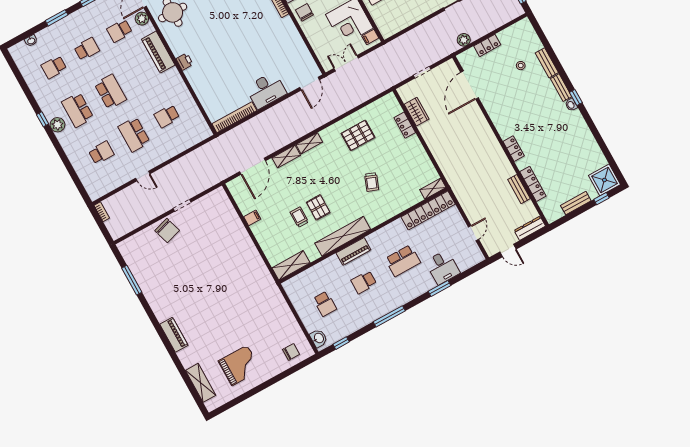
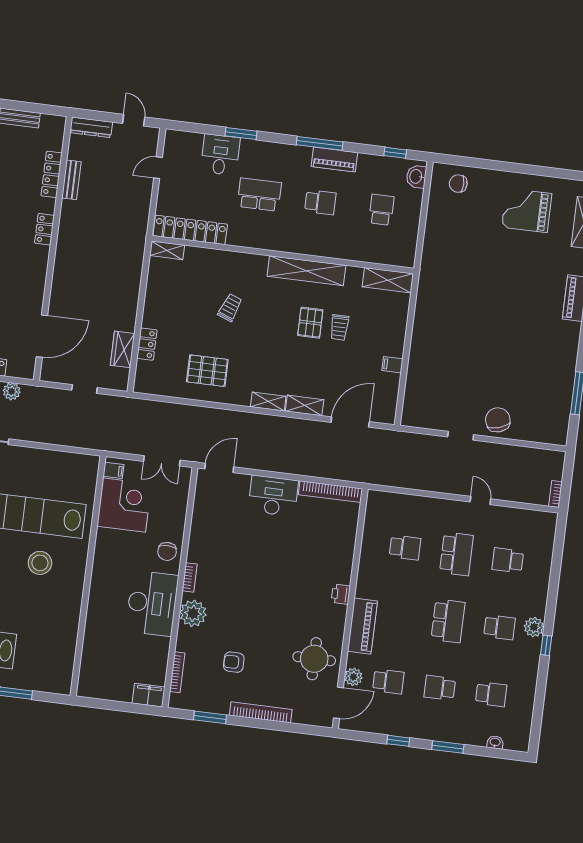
school desk: (110, 92) -> (448, 621), turned 180
school desk: (78, 110) -> (499, 627), width x0.54
piano: (353, 251) -> (334, 160), moved, turned 180

